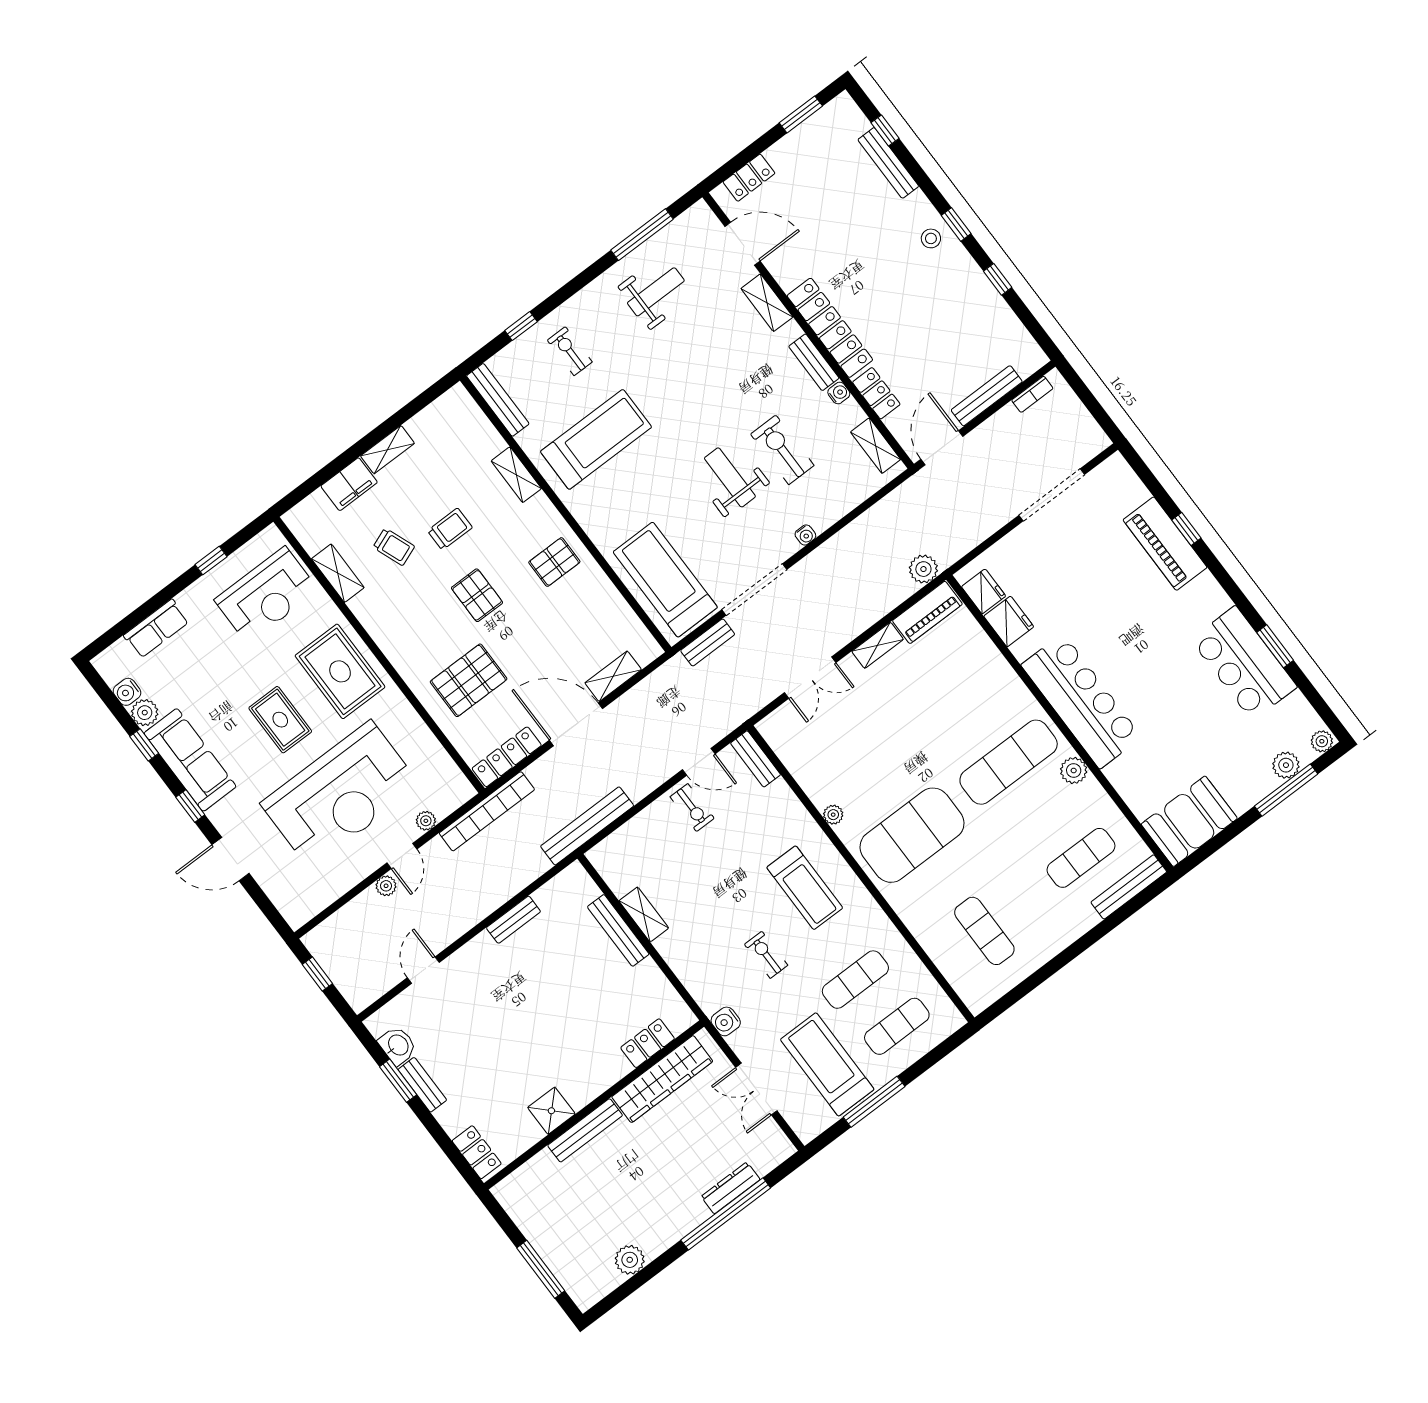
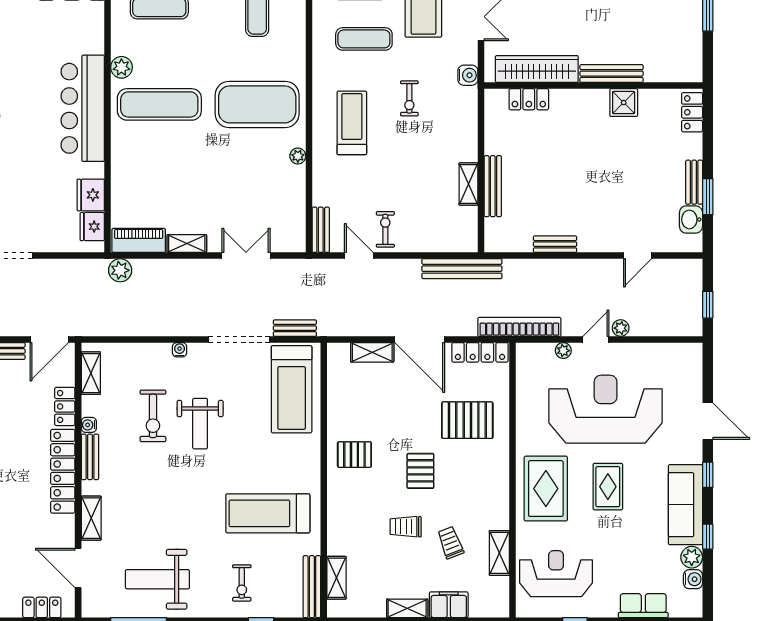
weight bench: (656, 292) -> (157, 579), width x1.36, depth x1.33
shelving: (516, 475) -> (336, 578), moved

